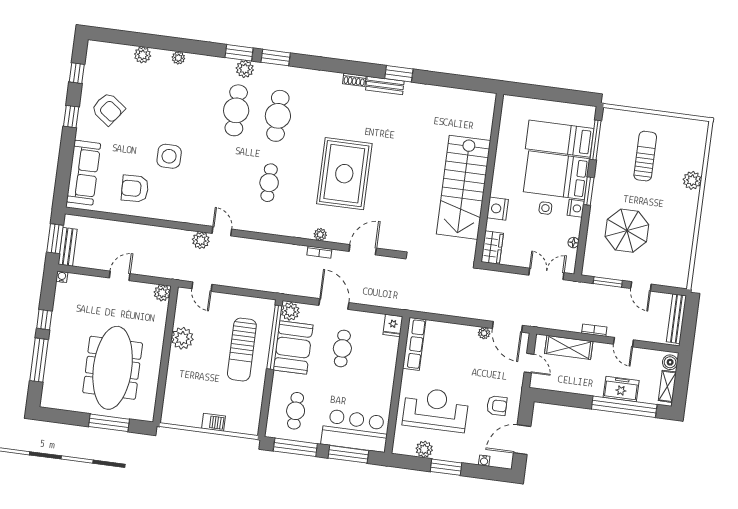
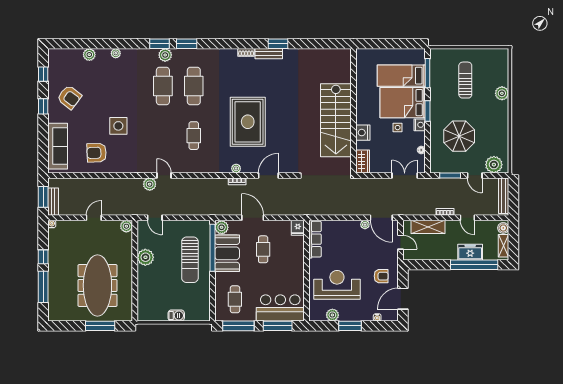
plant: (669, 275) -> (494, 165), added

